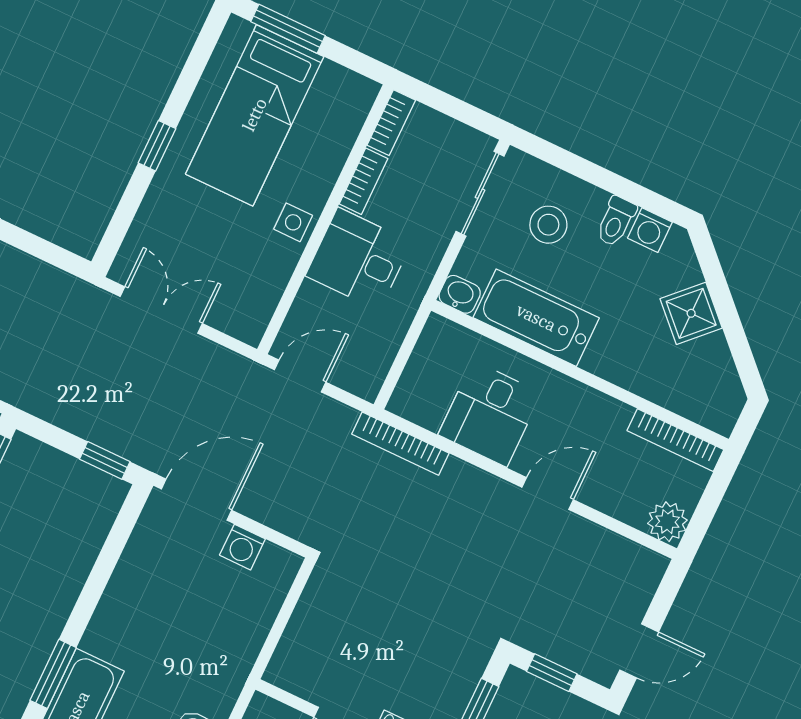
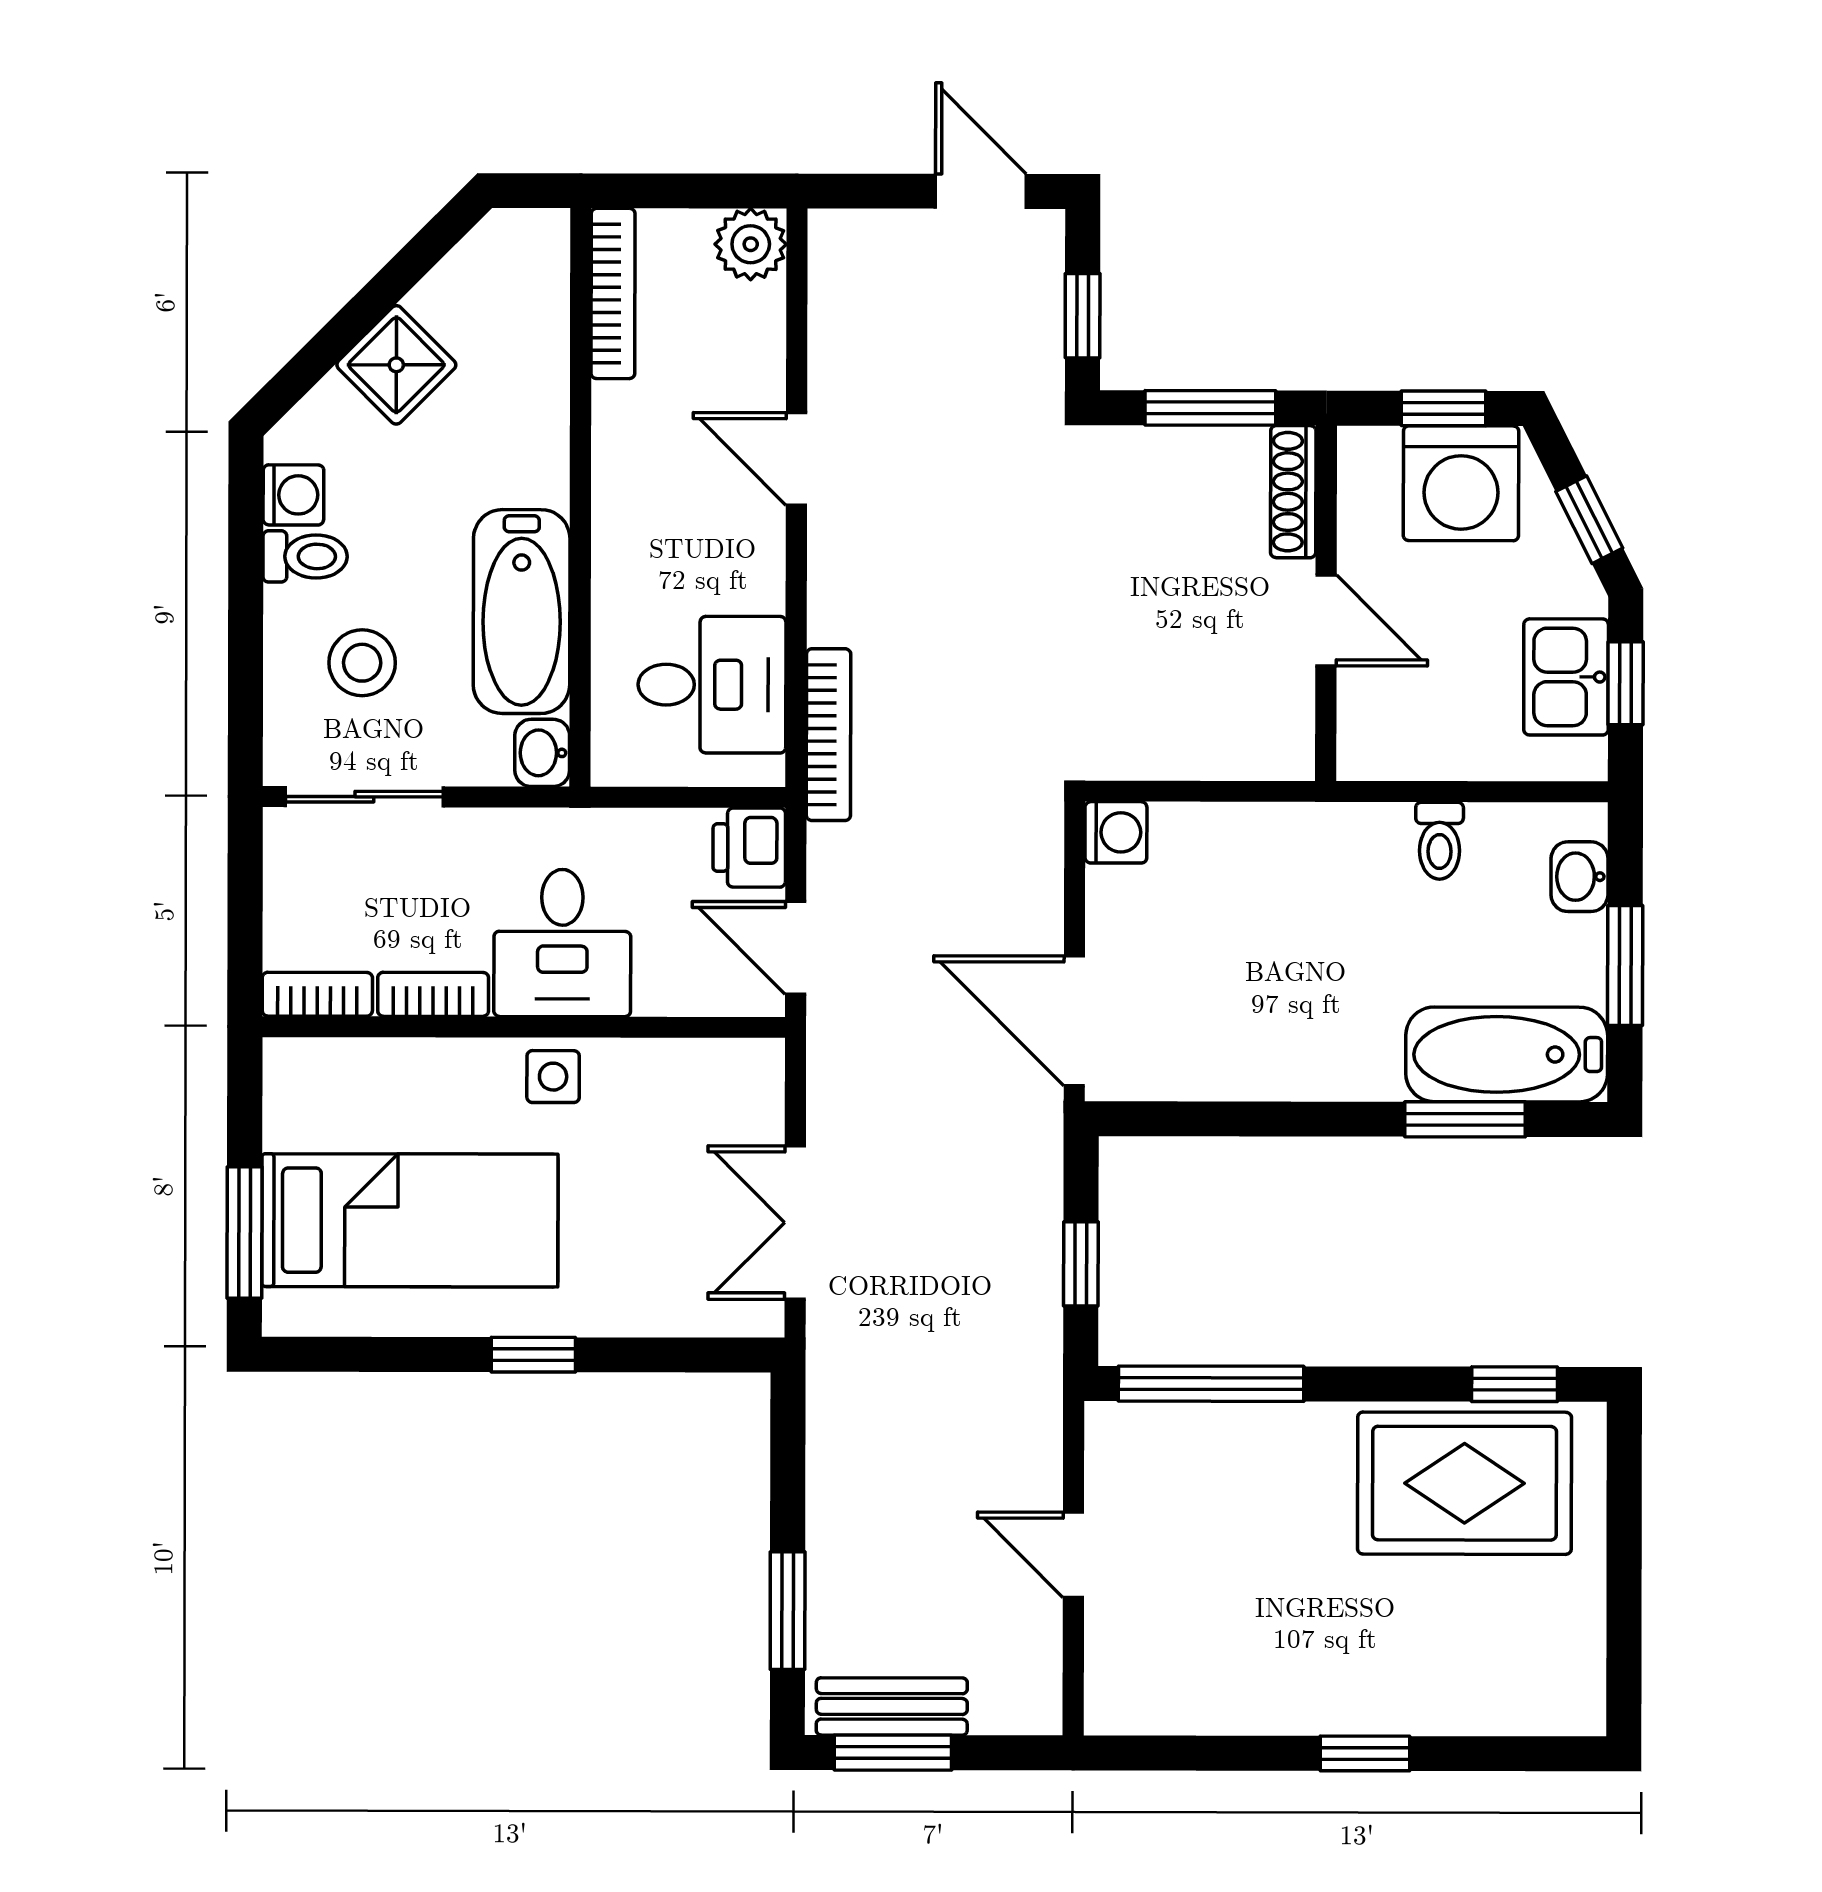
printer: (362, 377) -> (749, 848), added
desk: (490, 414) -> (712, 685), moved
window: (105, 460) -> (1081, 1264), moved
washing machine: (242, 547) -> (1116, 832), moved

